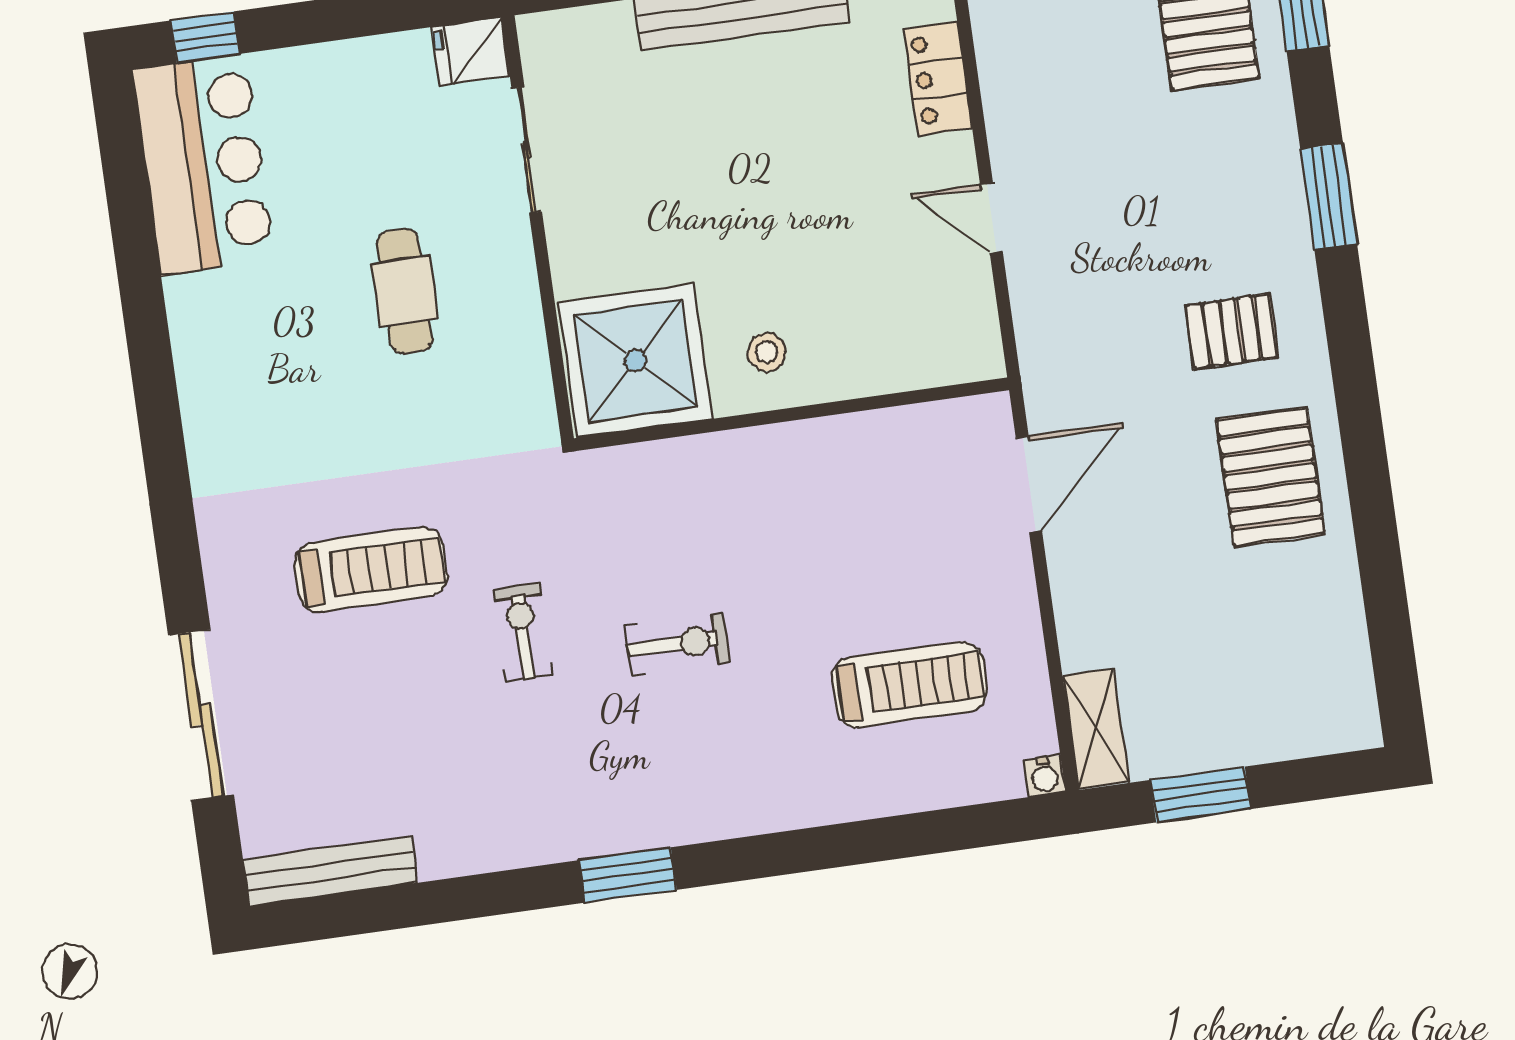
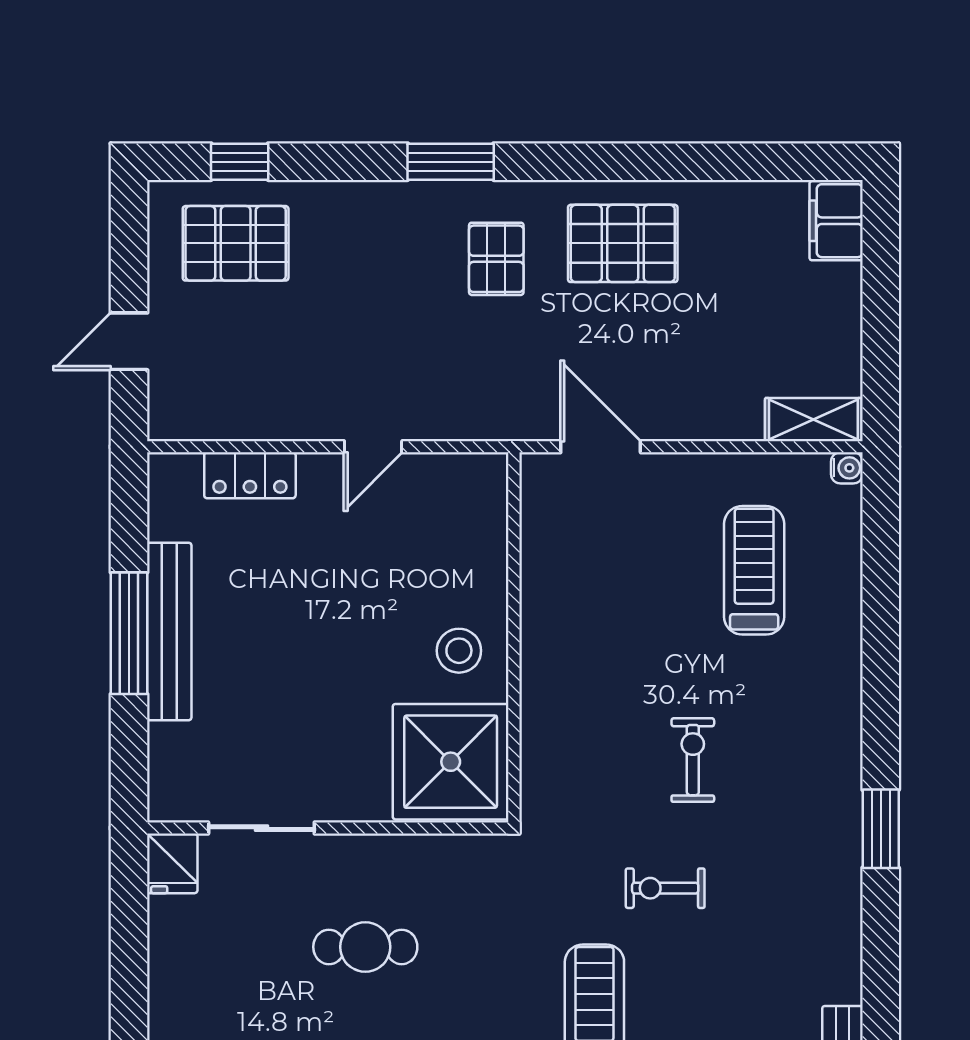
window: (1329, 196) -> (451, 162), moved
stool: (767, 352) -> (459, 651), width x1.37, depth x1.37
filing cabinet: (1332, 723) -> (836, 221), added
window: (1201, 795) -> (881, 339), removed

